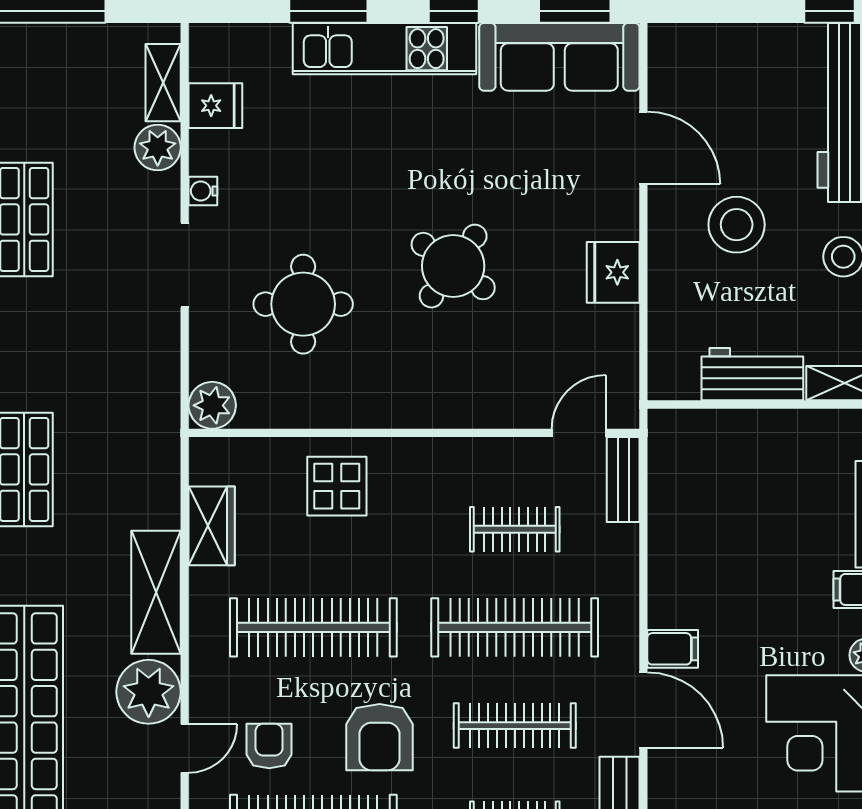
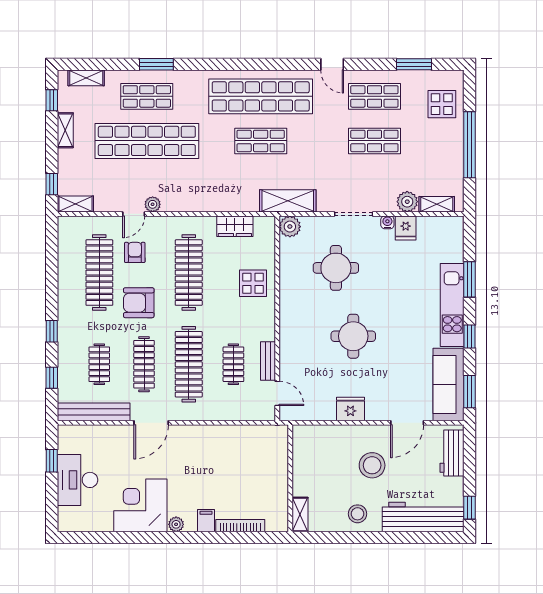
fridge: (215, 106) -> (406, 228), moved
round table: (453, 266) -> (353, 336), turned -36
workbench: (752, 374) -> (452, 453), moved, turned 180
bench: (623, 480) -> (268, 361), moved, turned 90
shelving: (156, 592) -> (288, 201), moved
filing cabinet: (673, 649) -> (179, 436), removed
plant: (149, 692) -> (153, 204), width x0.53, depth x0.53
armchair: (269, 746) -> (135, 252), turned -90
door: (185, 748) -> (134, 214), hinge flipped

